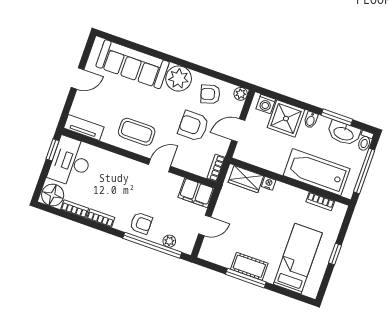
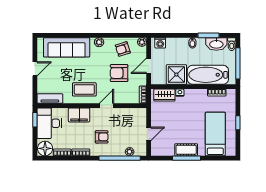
plant: (179, 79) -> (99, 42), width x0.53, depth x0.53
shower: (286, 119) -> (176, 75), moved
filing cabinet: (196, 193) -> (79, 115), moved
armchair: (141, 223) -> (102, 137), moved

